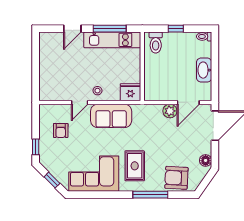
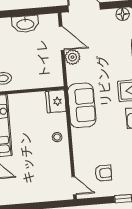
door: (80, 102) -> (74, 186), moved
sofa: (111, 116) -> (82, 105), moved

